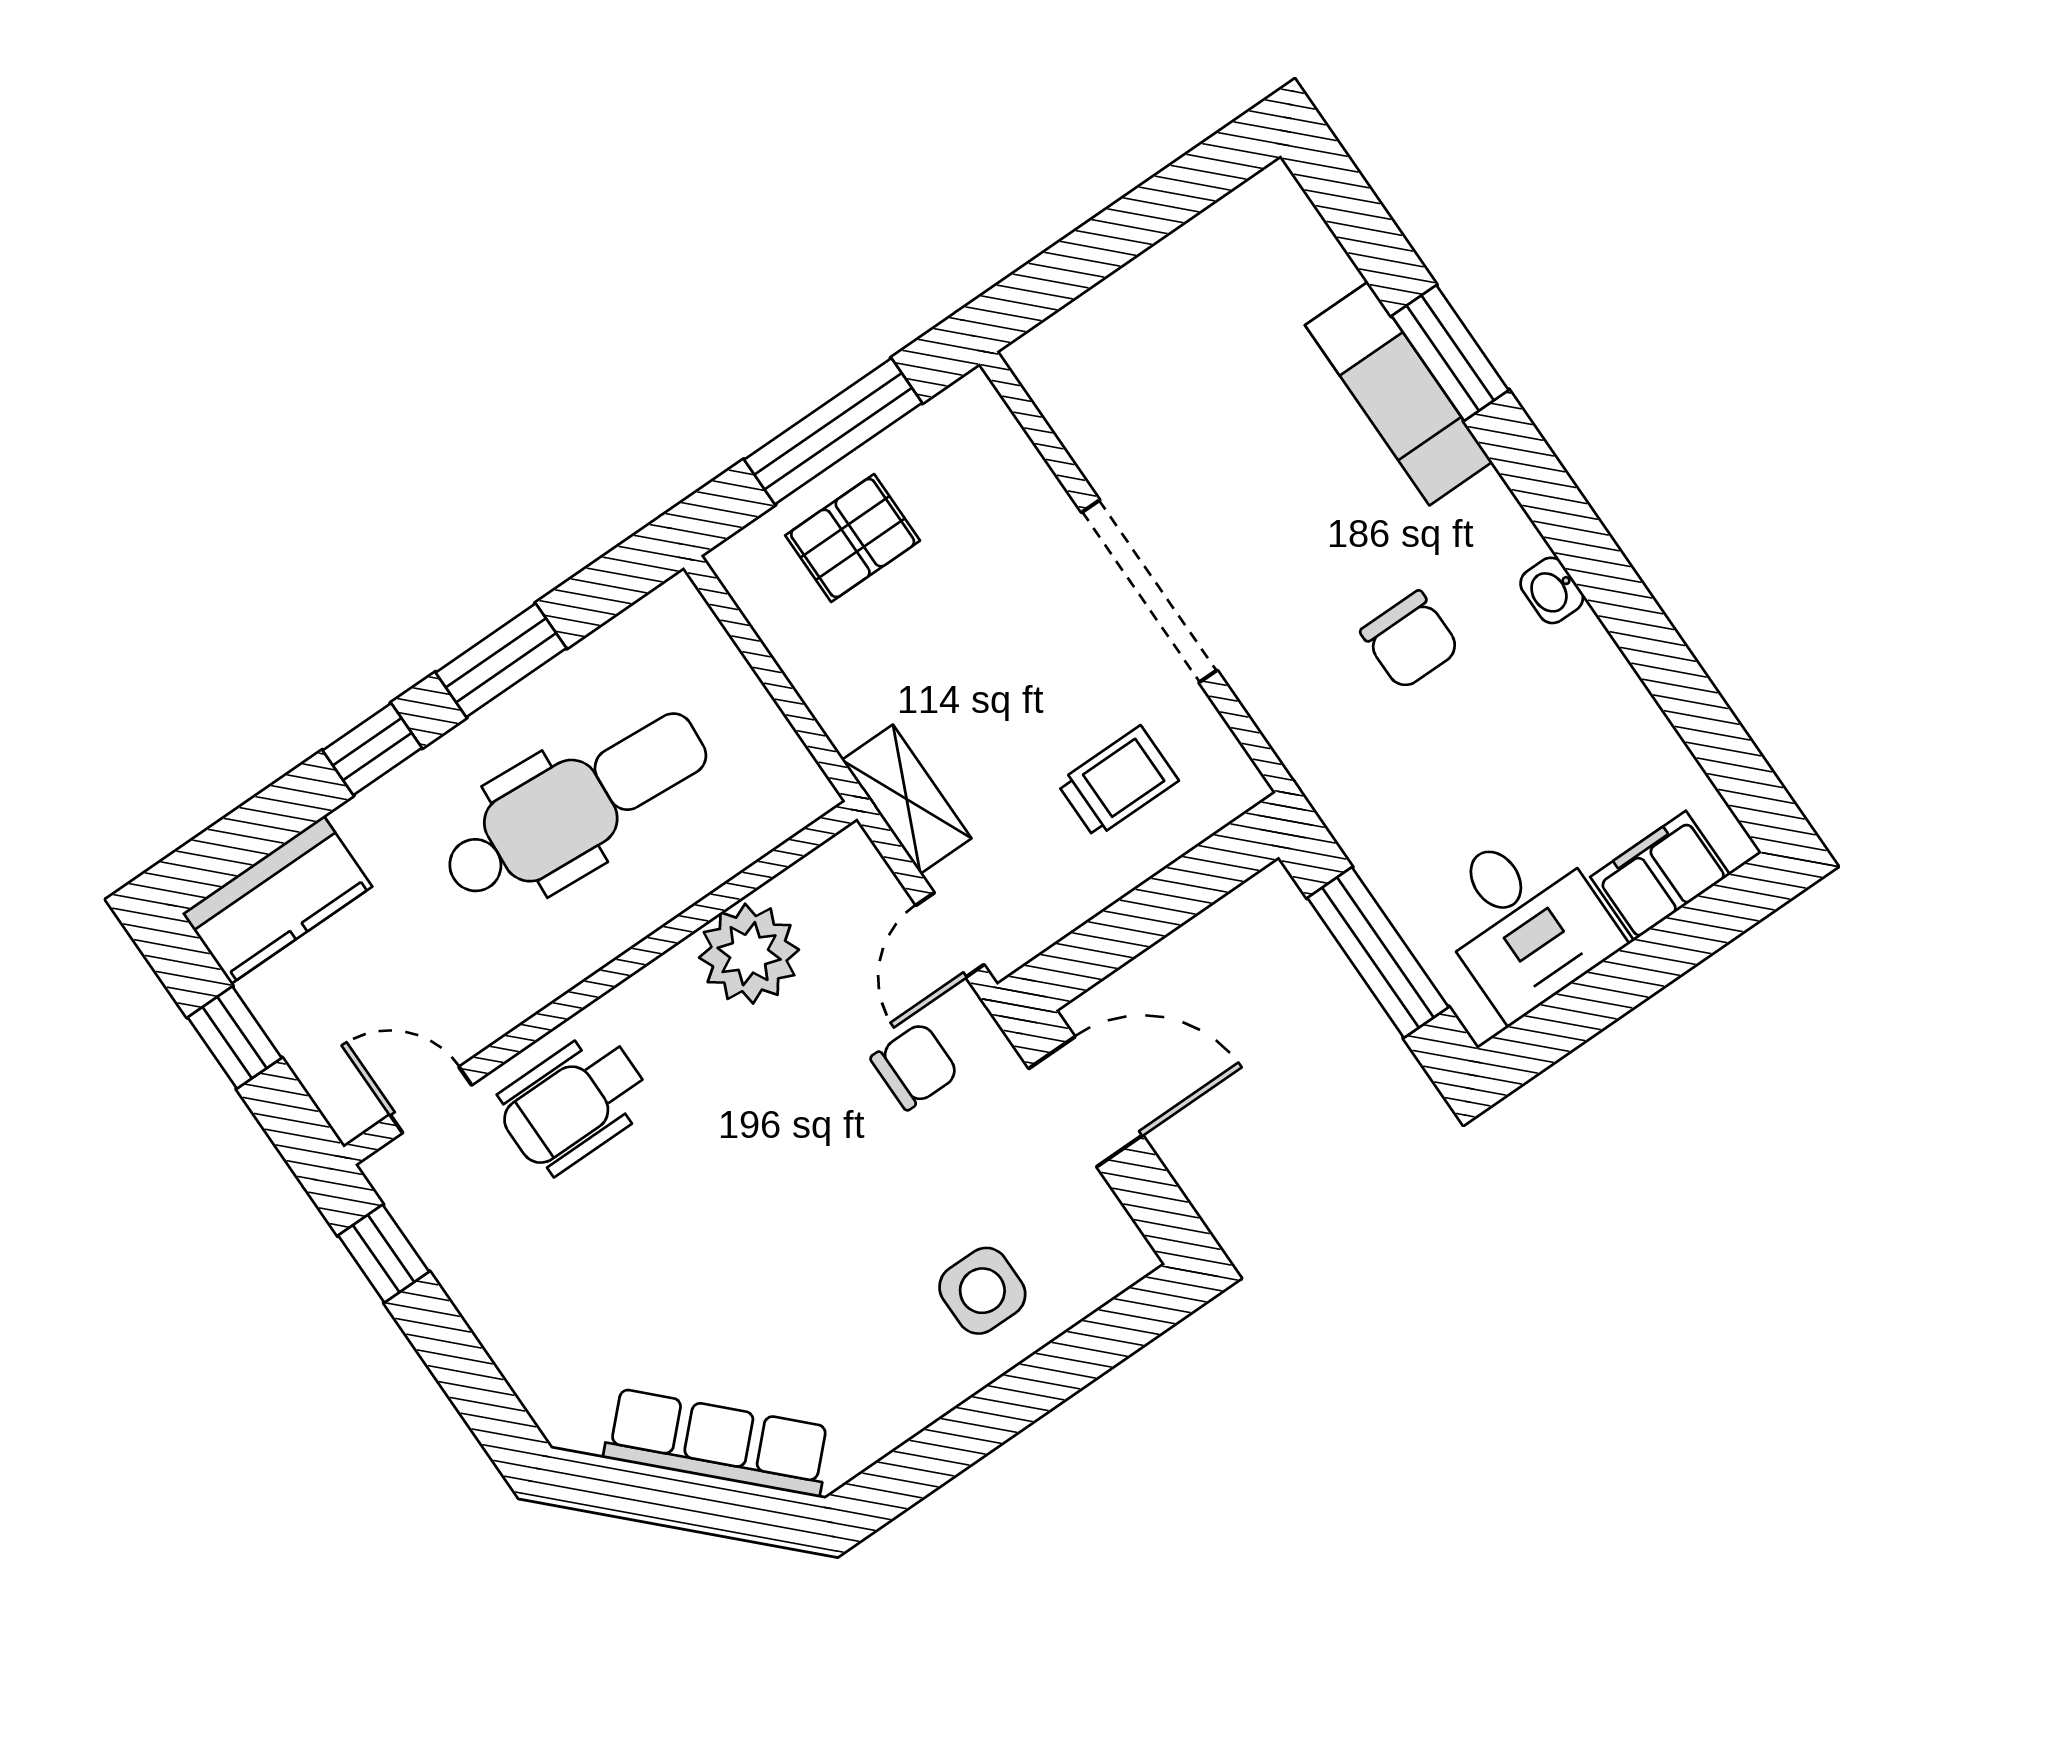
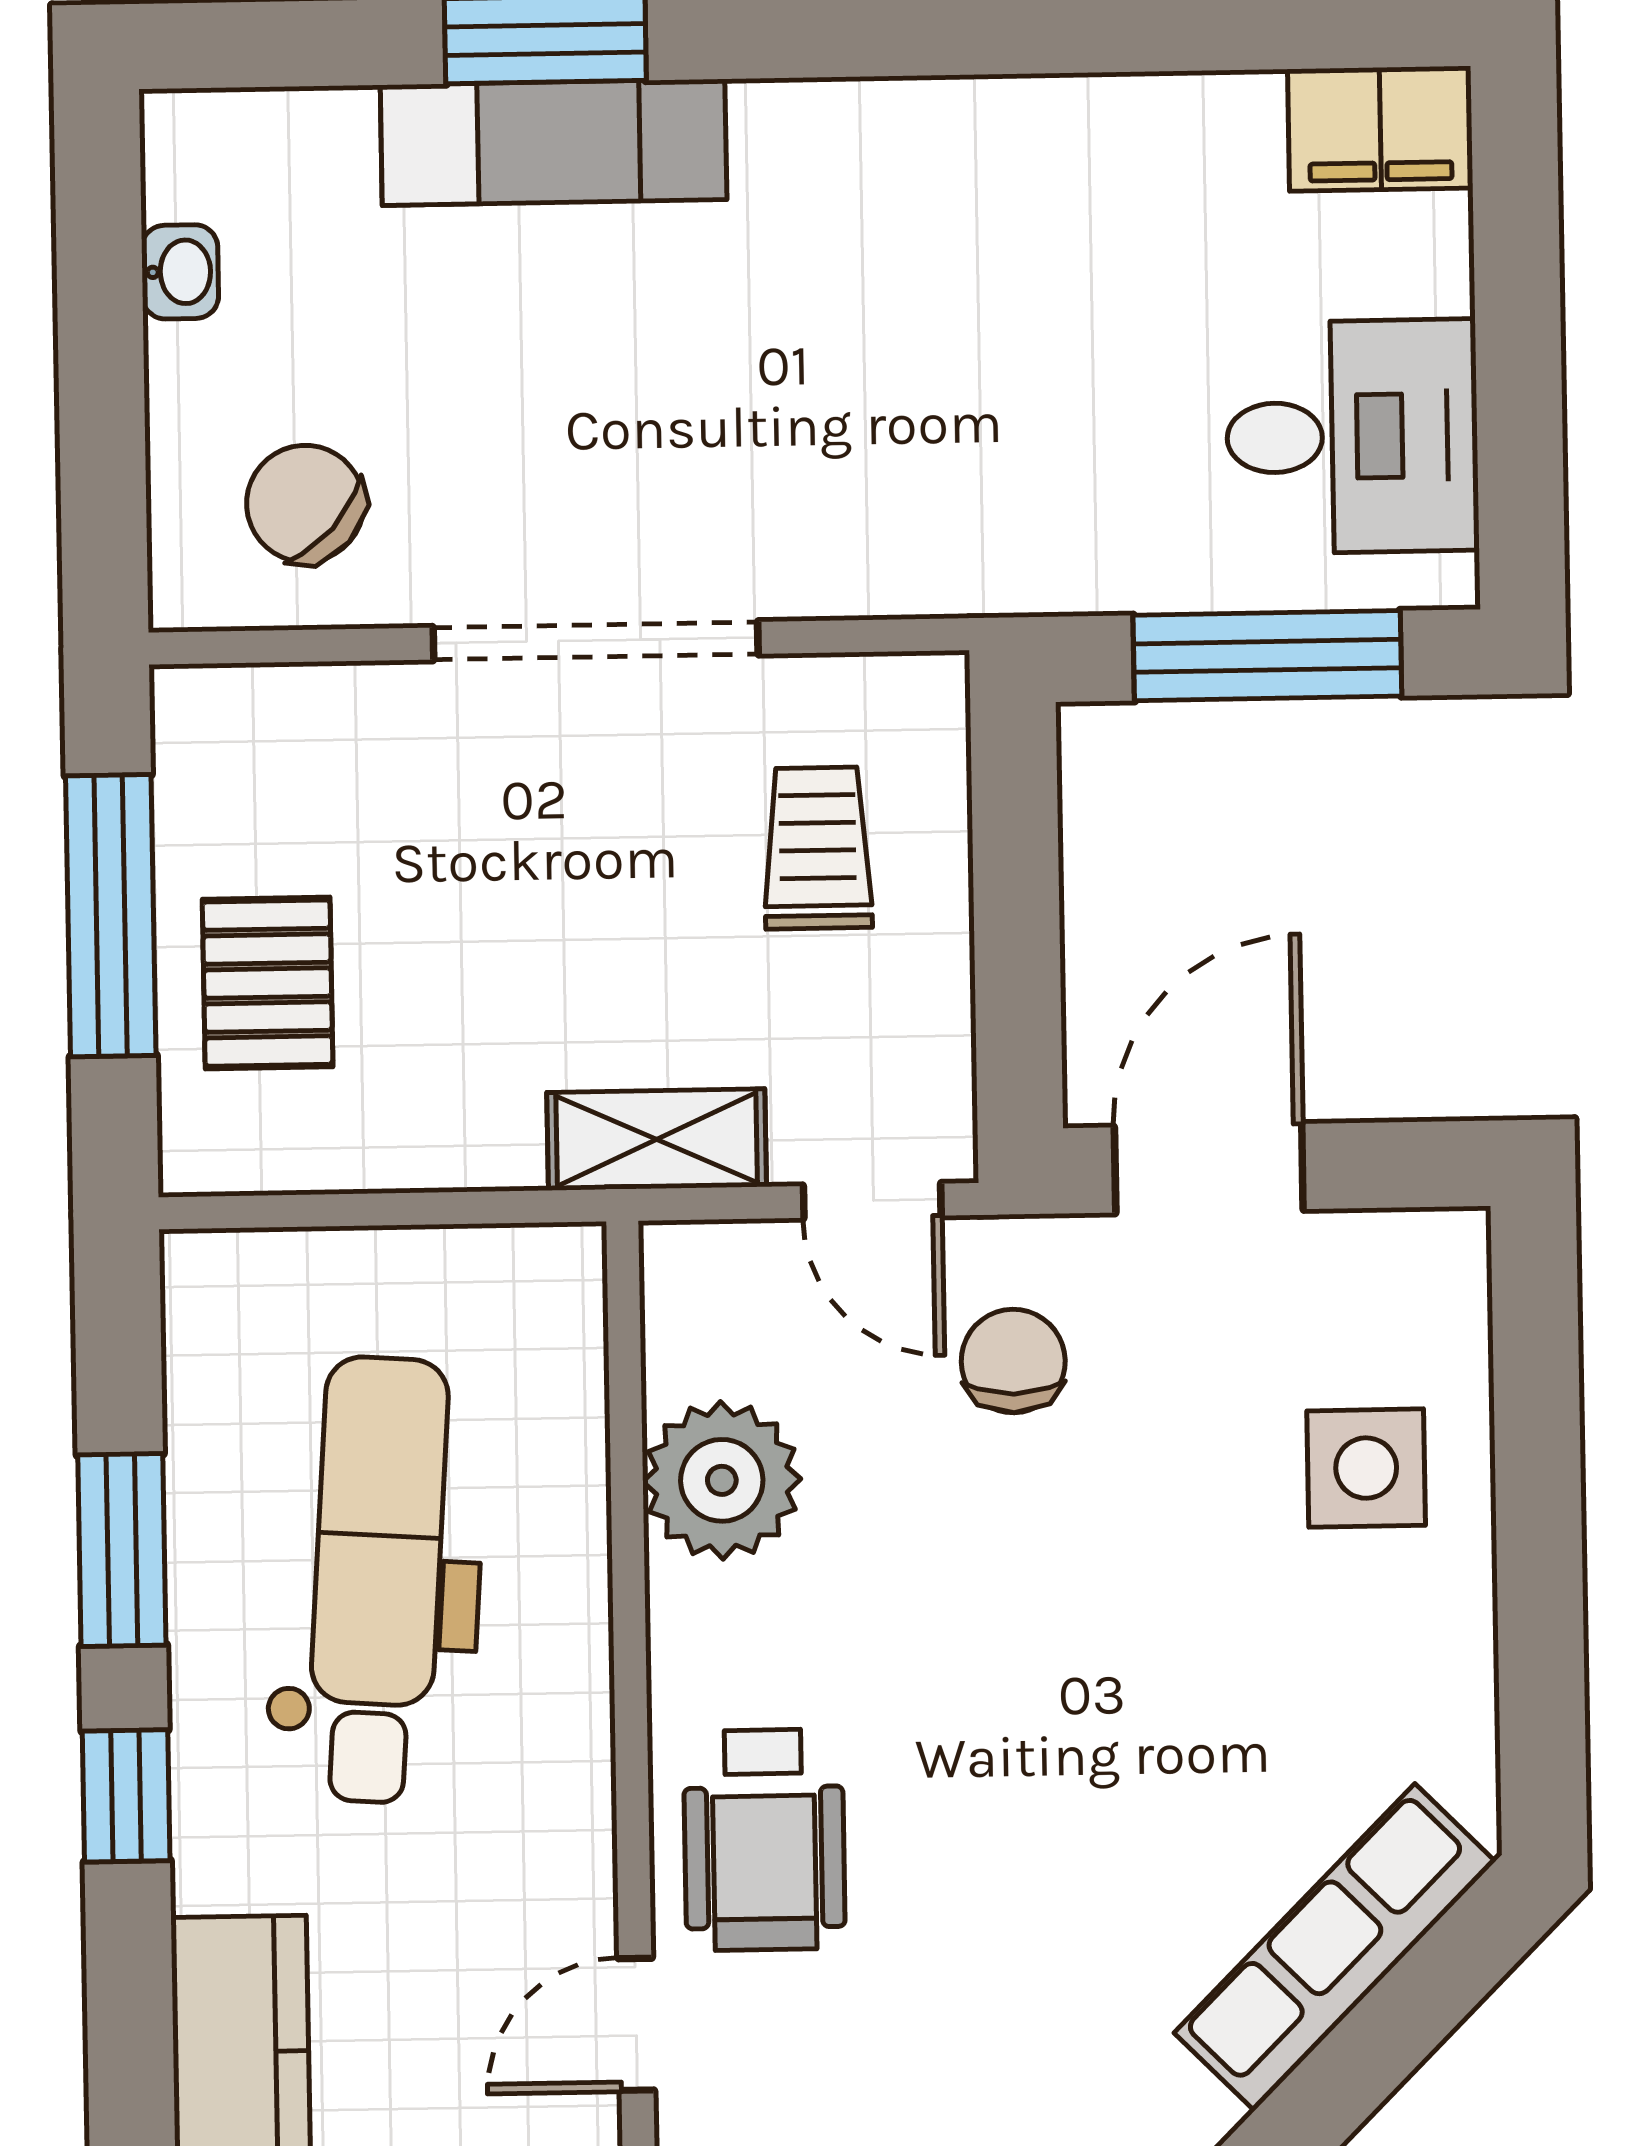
washbasin: (1552, 590) -> (180, 272), moved, turned -90
chair: (1410, 640) -> (305, 504), moved, turned -138
filing cabinet: (1660, 876) -> (1380, 129), moved, turned -90

